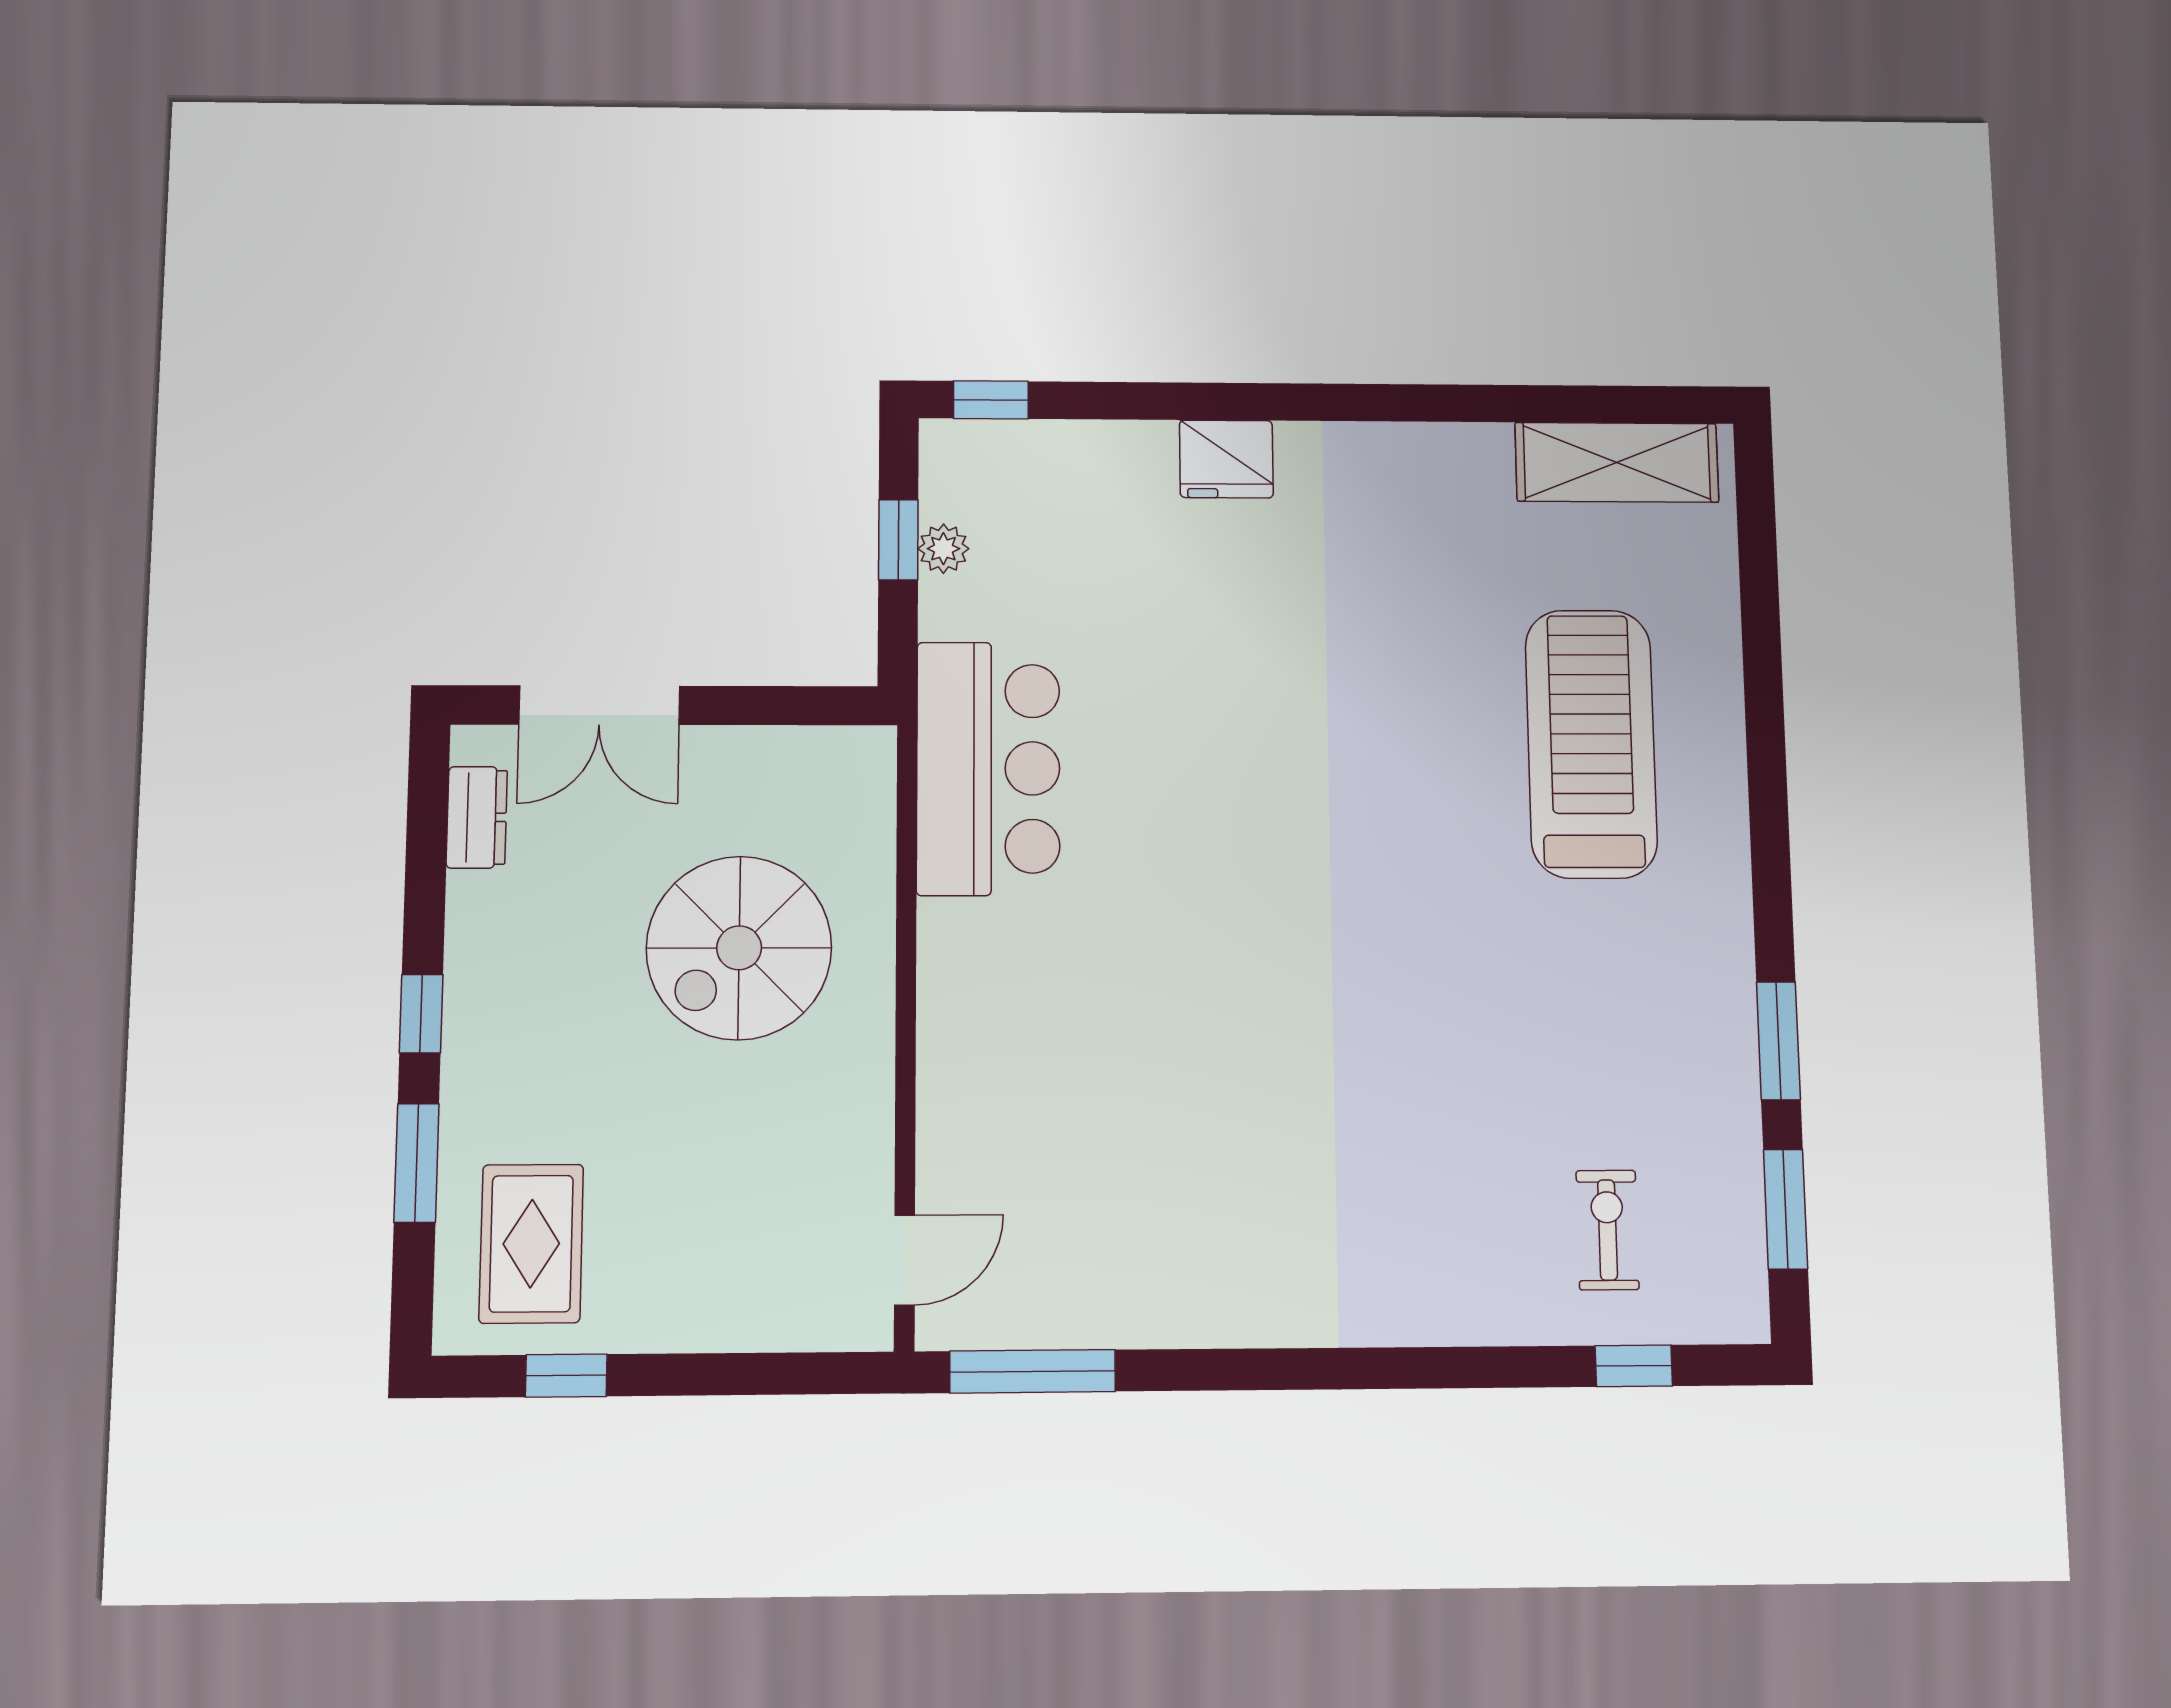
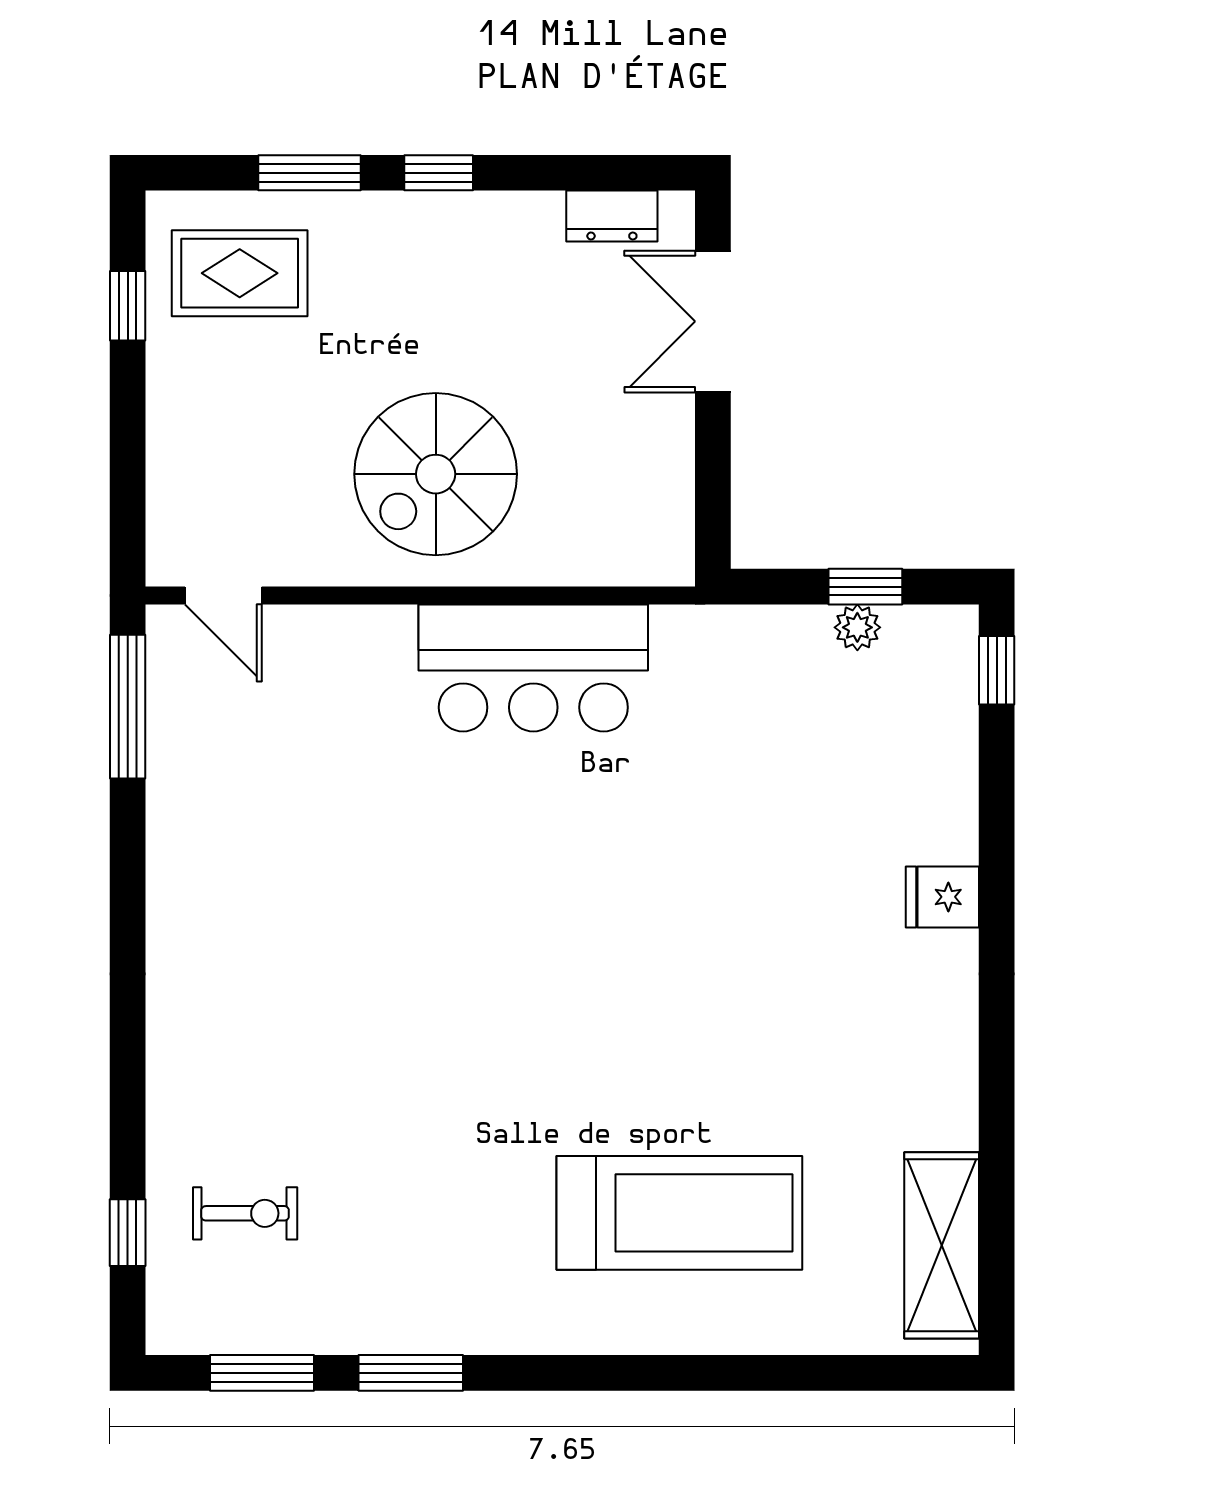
fridge: (1226, 459) -> (942, 897), width x0.72
bar counter: (988, 768) -> (533, 668), moved
spiral stairs: (739, 948) -> (436, 474), moved, turned -90

